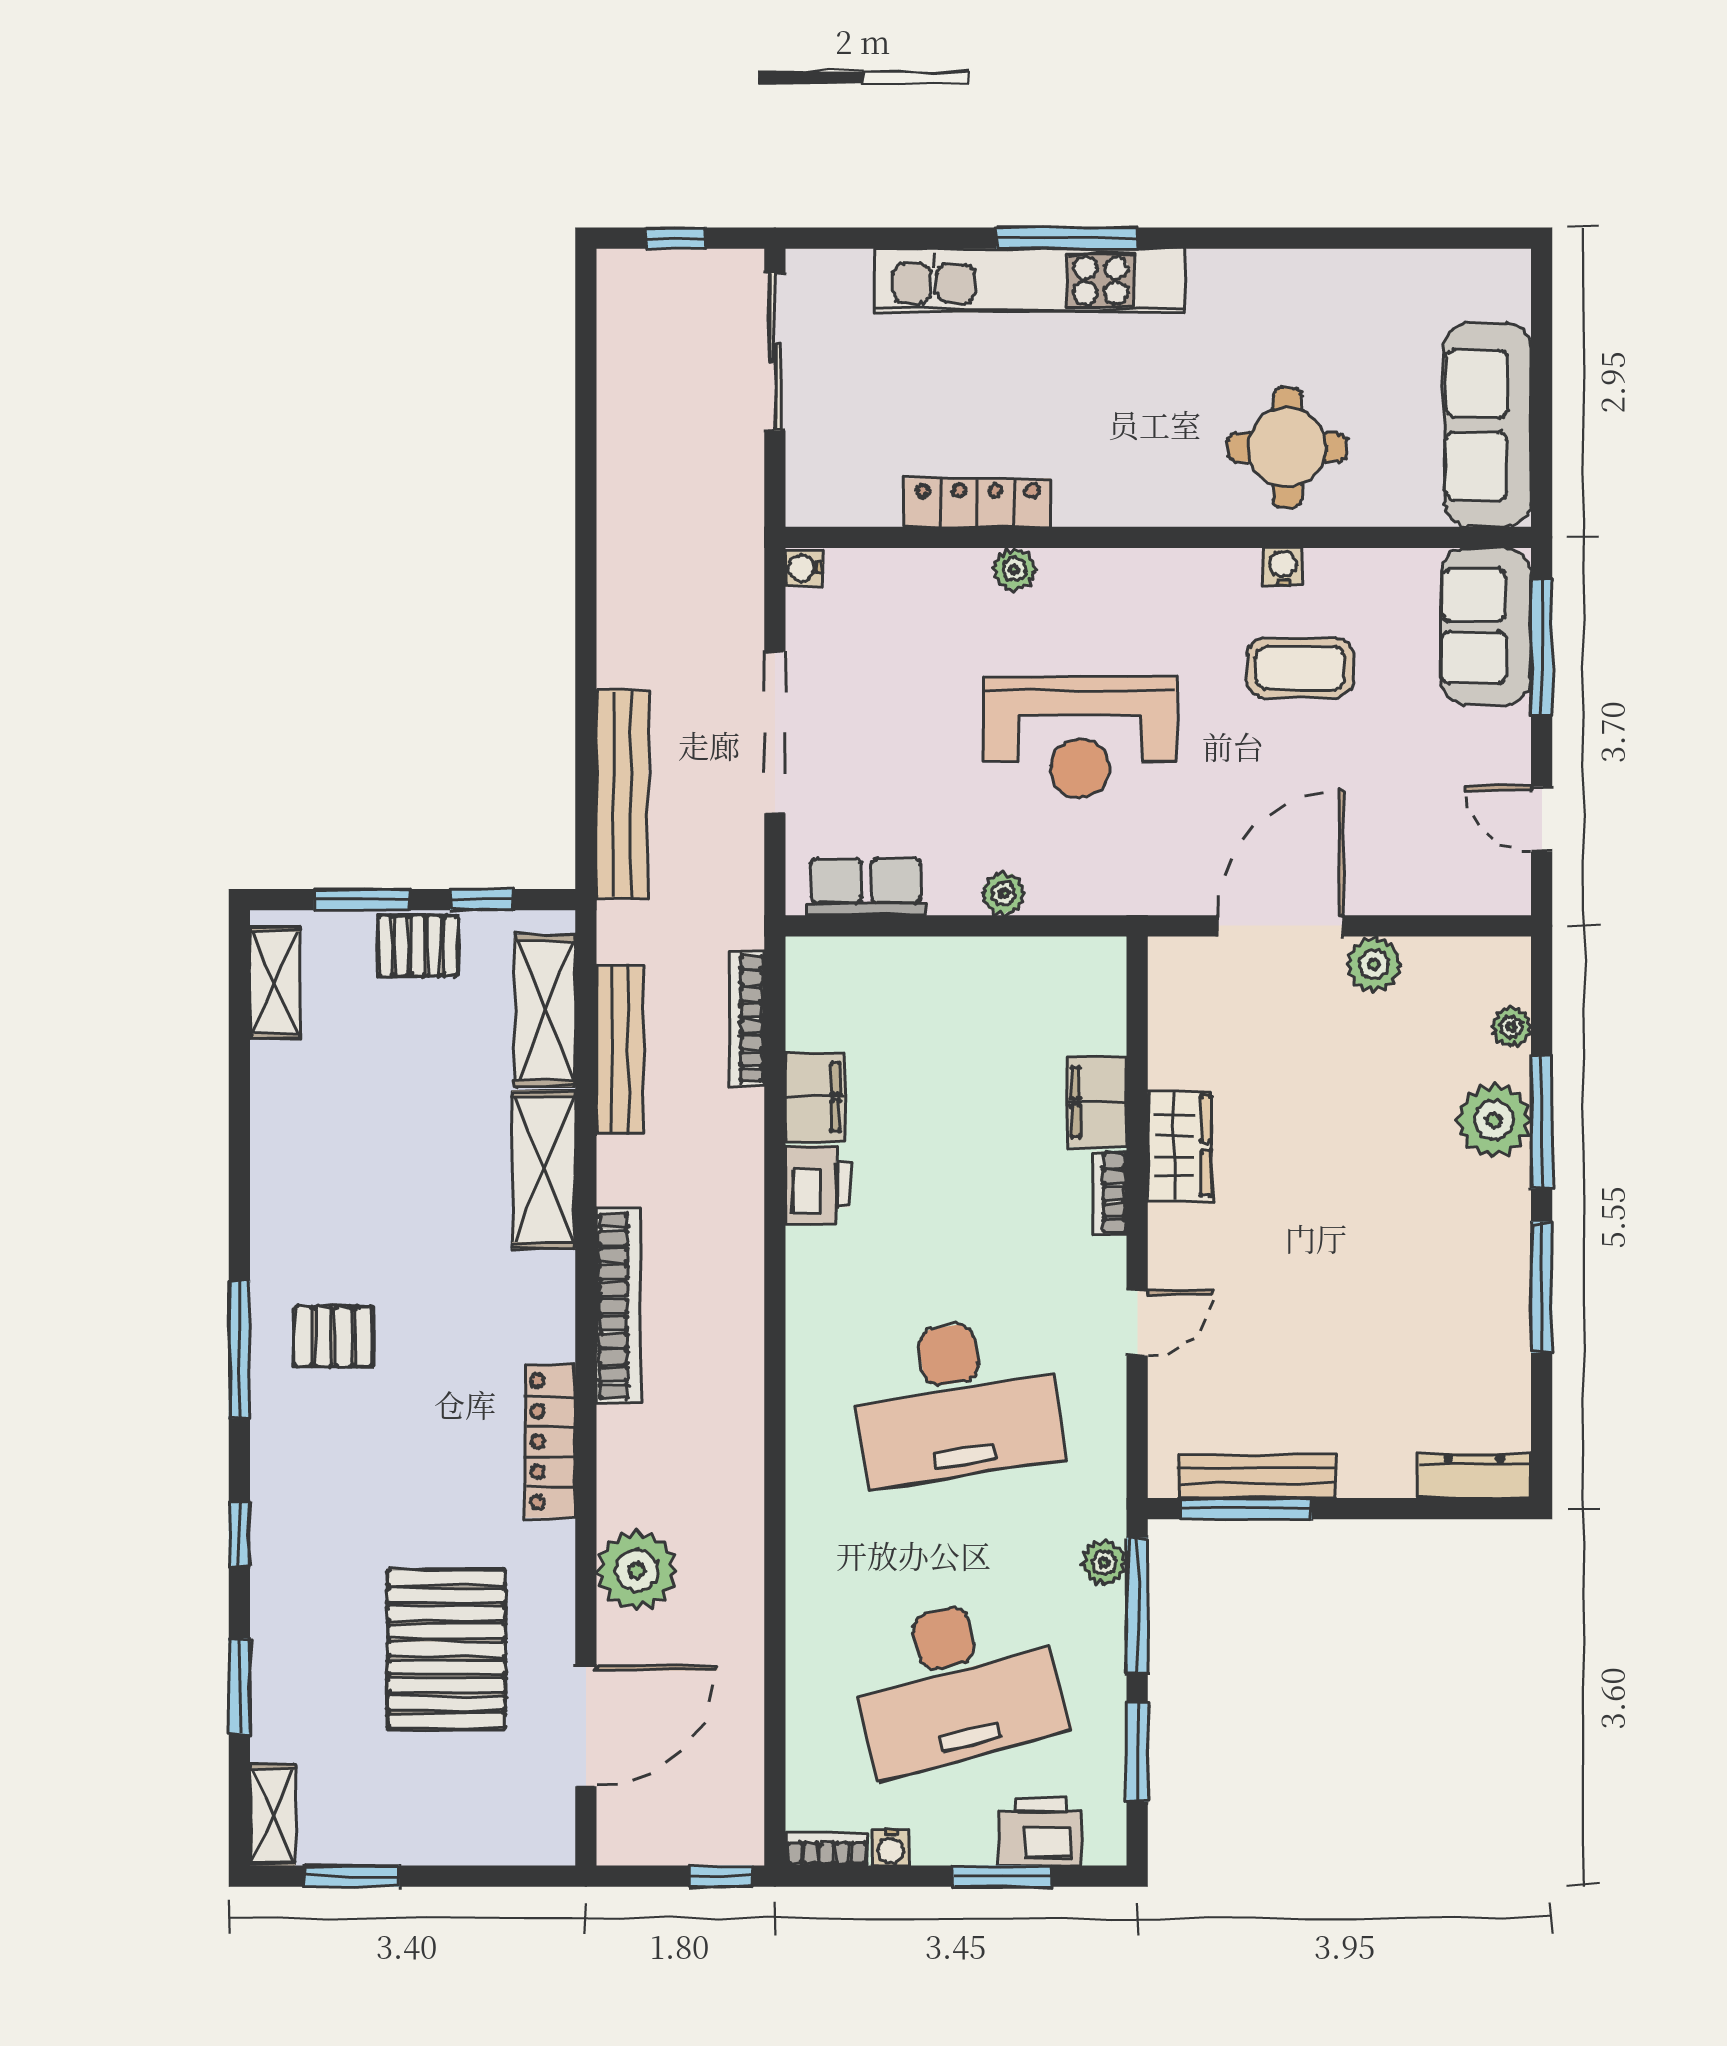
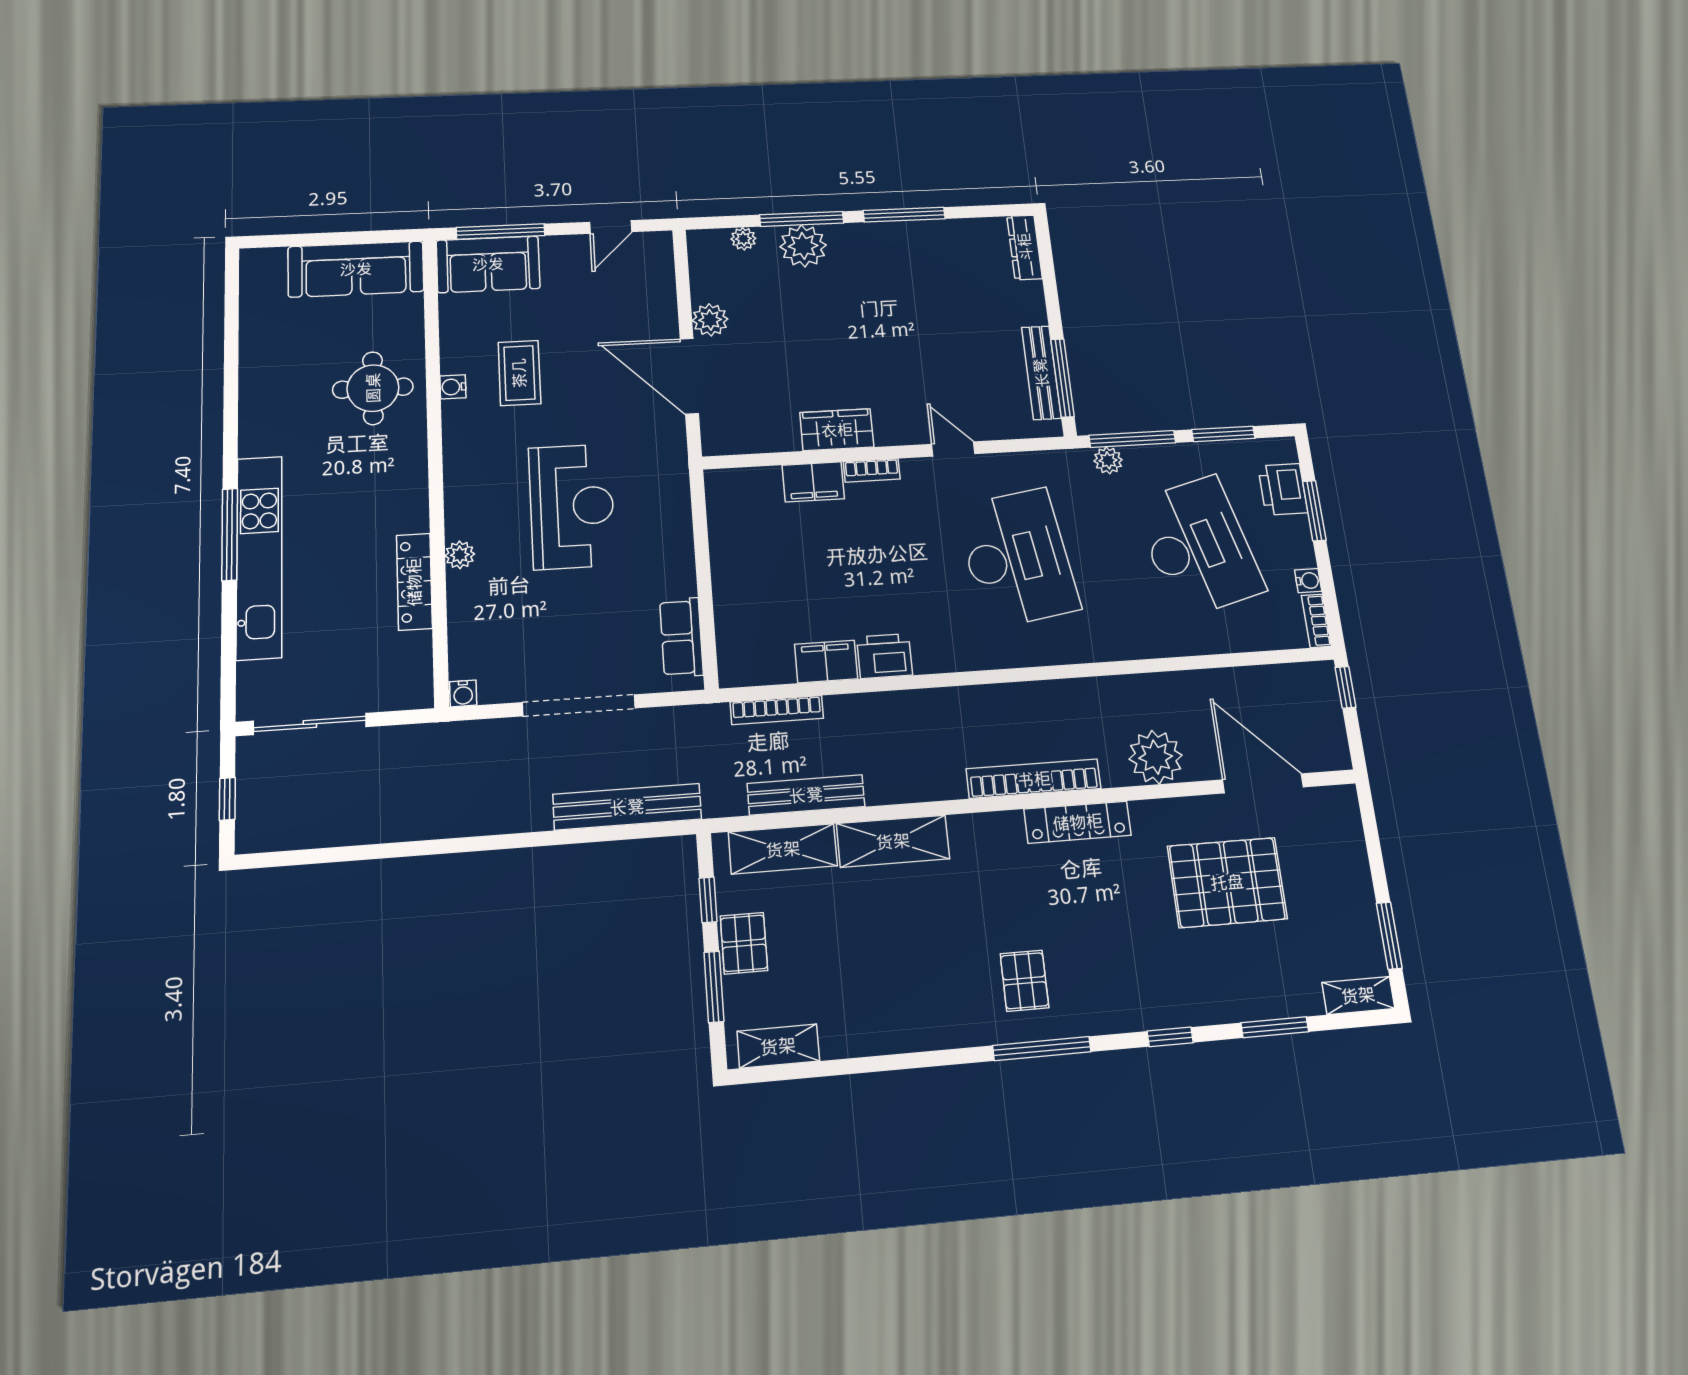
plant: (1004, 894) -> (680, 548), removed
bookcase: (619, 1306) -> (1034, 779), moved

